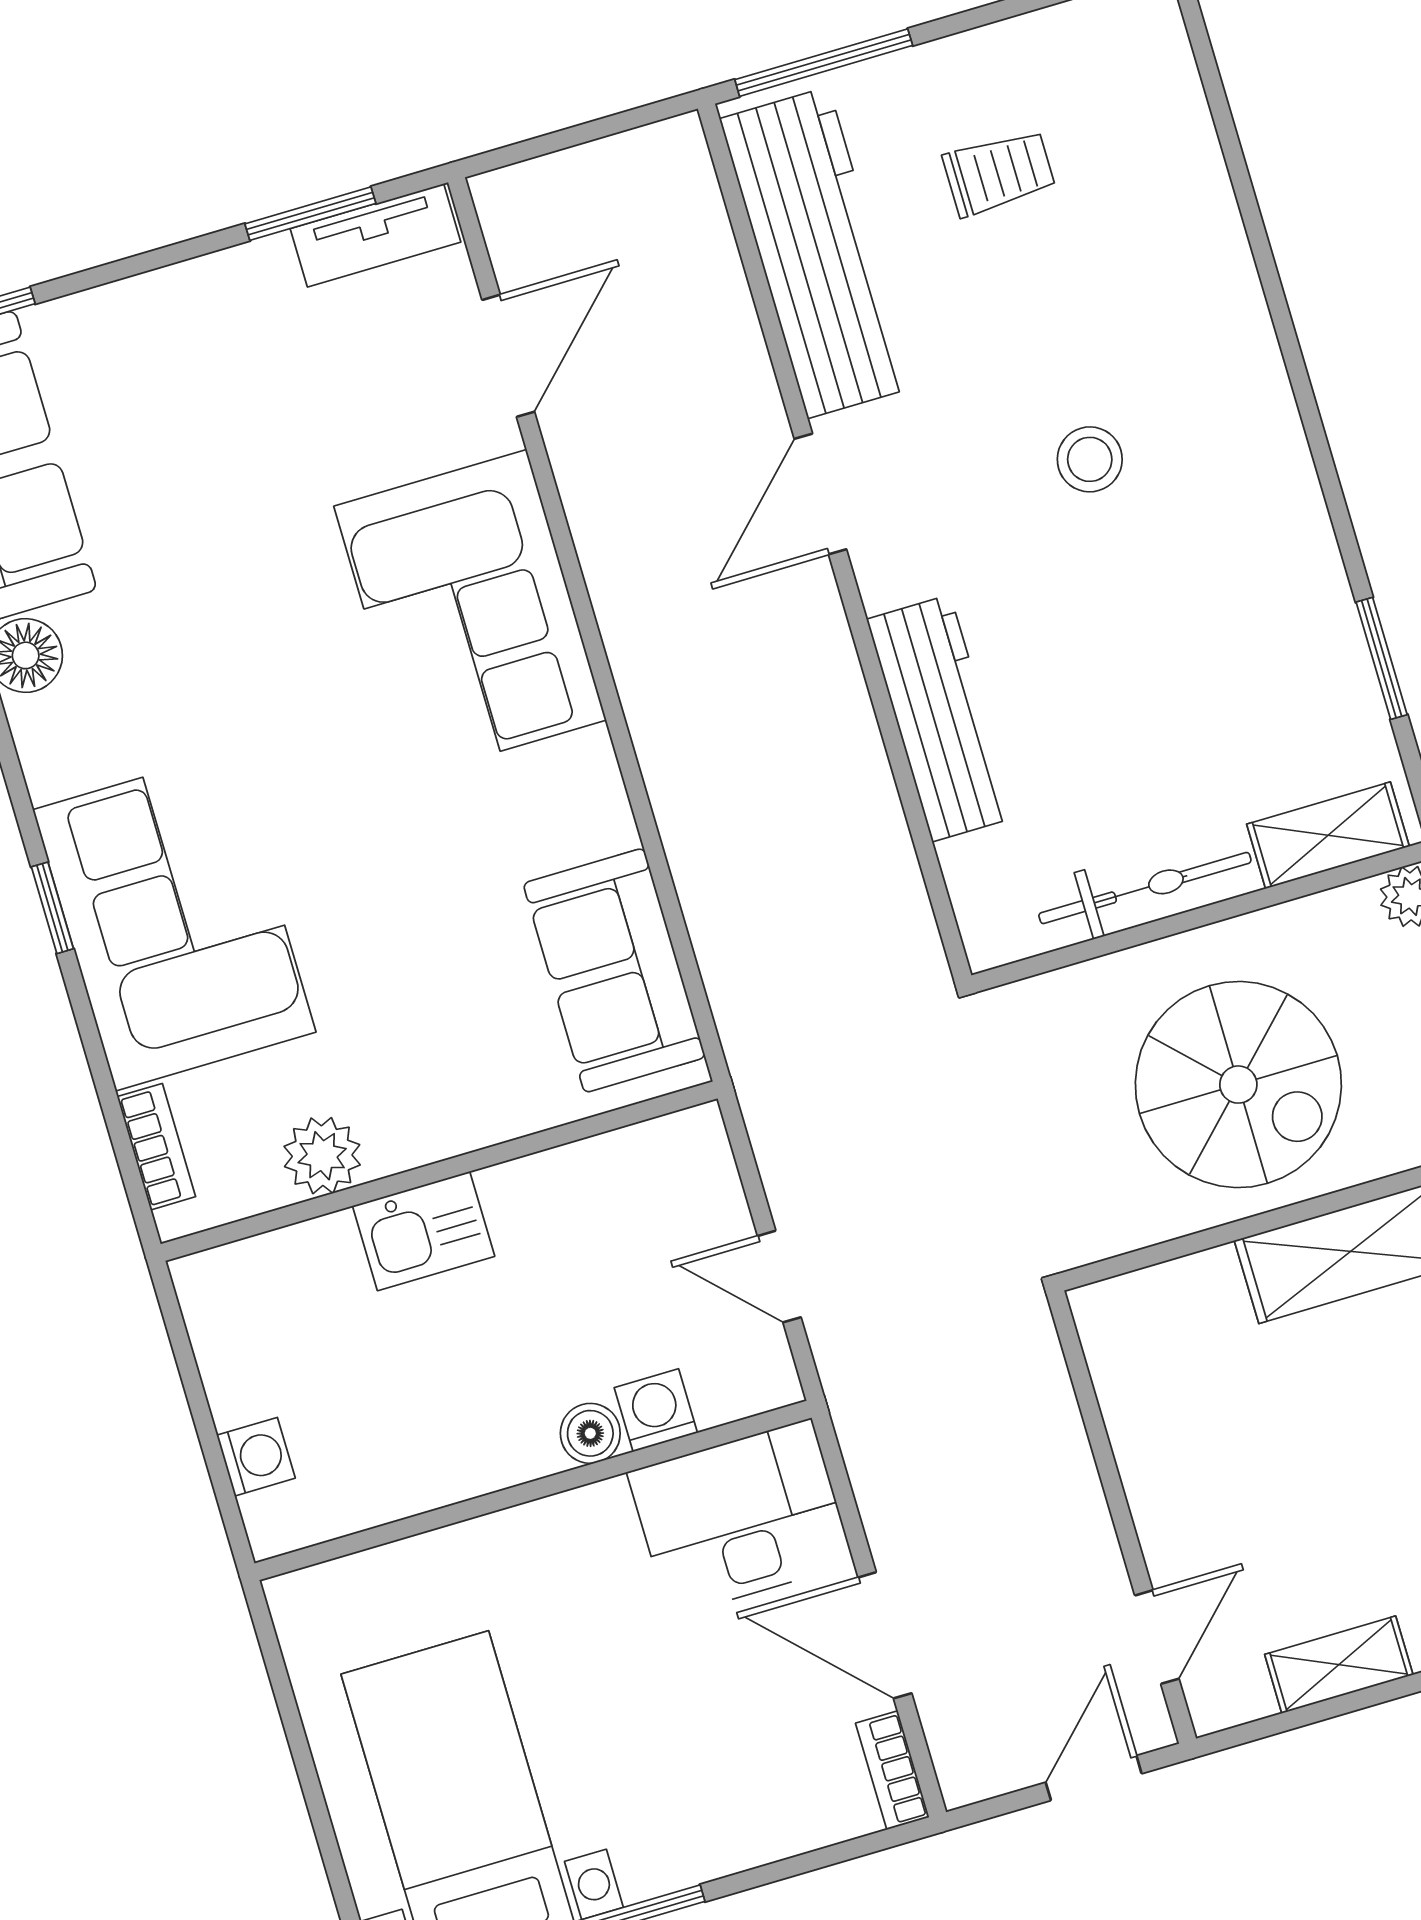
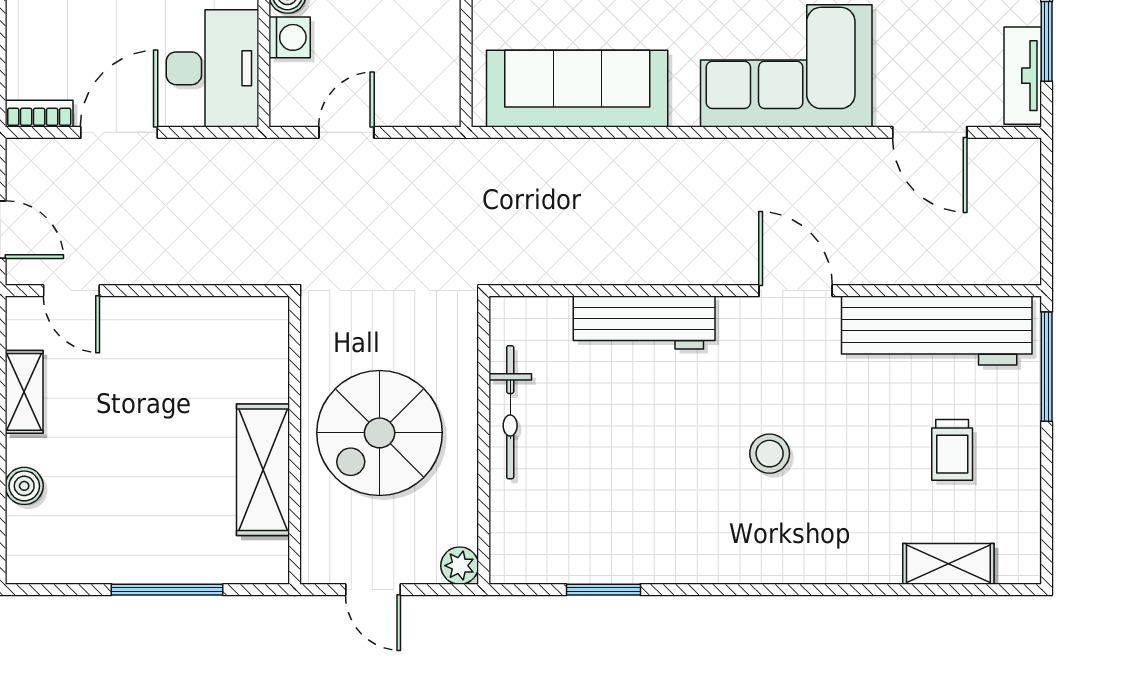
shelving: (1328, 835) -> (948, 564), moved, turned 90
sofa: (614, 970) -> (577, 89), width x1.36

